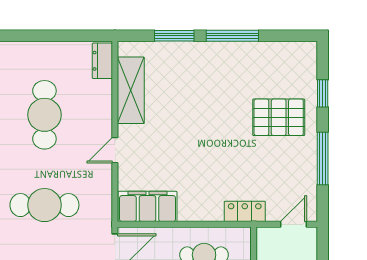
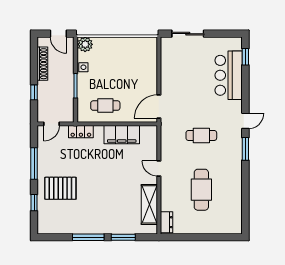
door: (115, 150) -> (159, 168), swing flipped
cafe table: (44, 205) -> (201, 135), width x0.73, depth x0.74
filing cabinet: (148, 206) -> (122, 135), moved

